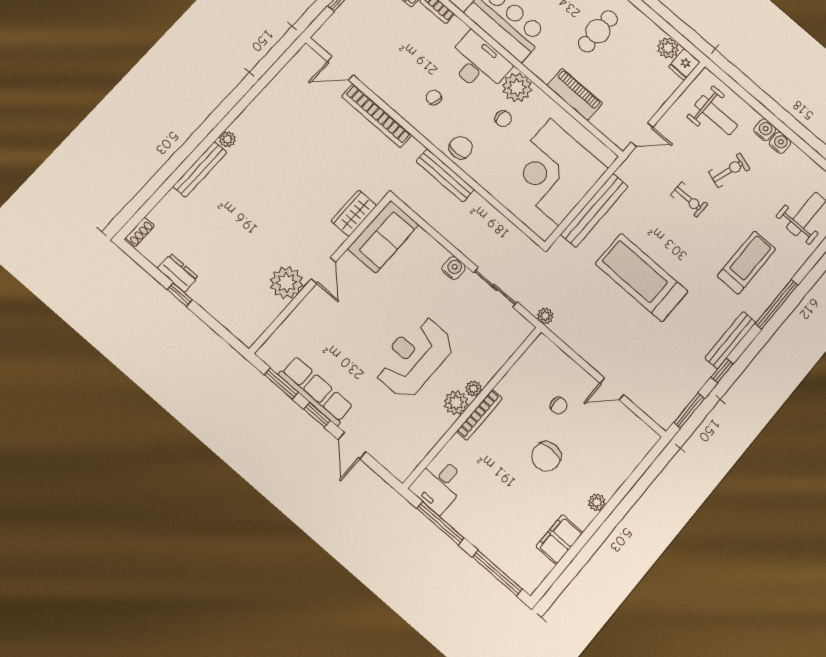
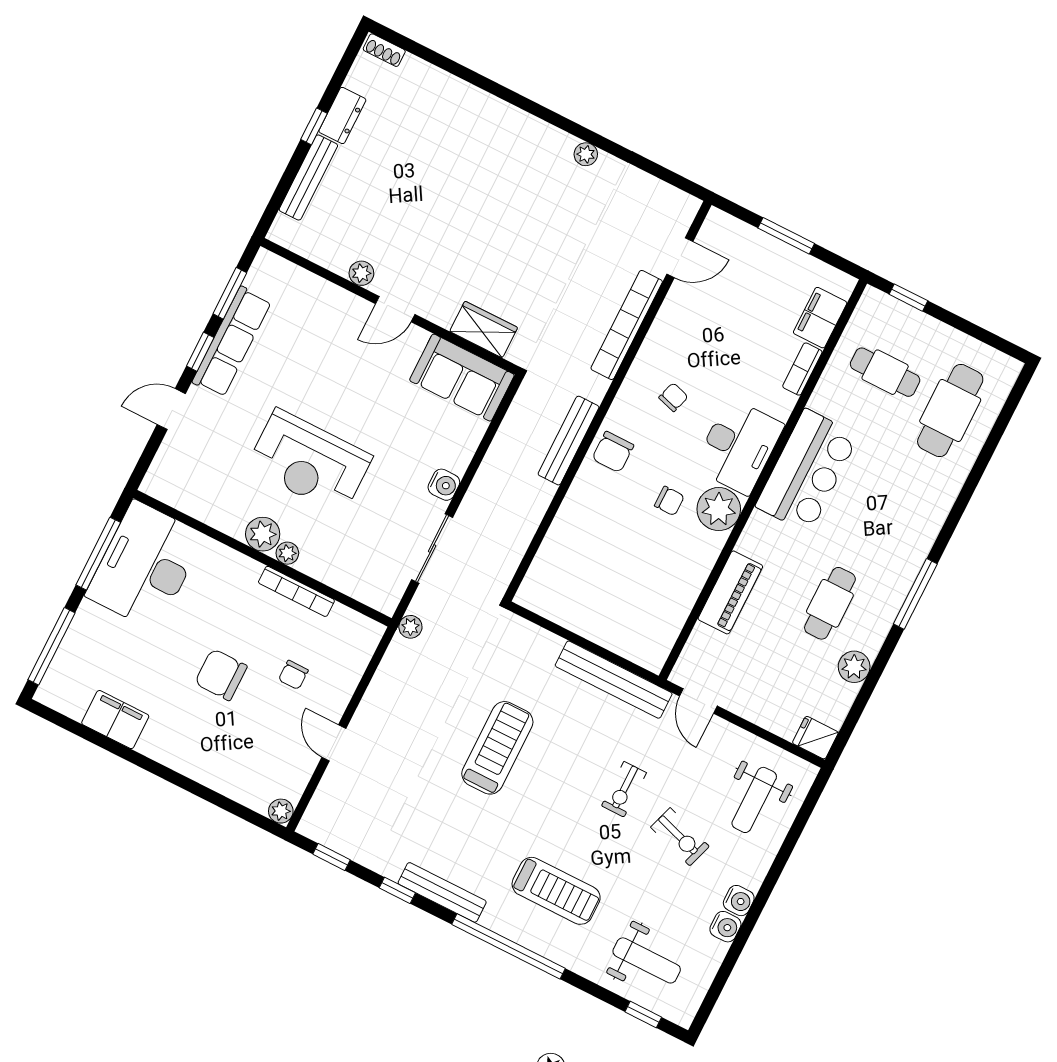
cafe table: (598, 31) -> (830, 603), turned 90
plant: (668, 48) -> (854, 667), moved
door: (340, 68) -> (680, 258), swing flipped
chair: (503, 119) -> (669, 501), turned -90
water cooler: (765, 130) -> (725, 927), moved
plant: (227, 139) -> (586, 154), moved
chair: (461, 148) -> (613, 452), turned 90
bench: (200, 169) -> (308, 178), moved, turned 90
corner desk: (555, 172) -> (613, 591), removed
bench: (594, 210) -> (614, 680), moved
treadmill: (642, 277) -> (497, 748), width x0.73, depth x0.73
plant: (286, 283) -> (361, 273), width x0.53, depth x0.53
window: (776, 304) -> (508, 946), width x1.46
reception desk: (414, 357) -> (309, 462), turned 180
window: (689, 410) -> (331, 857), width x0.67
bookcase: (479, 415) -> (296, 591), moved
desk: (439, 485) -> (145, 566), width x1.87, depth x1.30
plant: (597, 502) -> (281, 811), moved

